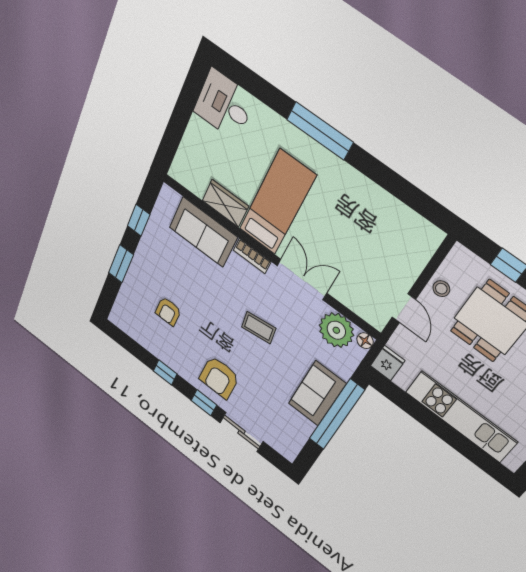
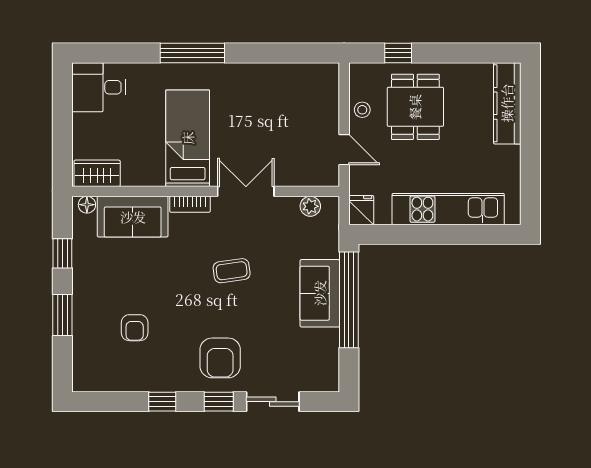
wardrobe: (225, 203) -> (97, 173), moved
plant: (336, 330) -> (310, 206), width x0.53, depth x0.53
floor lamp: (365, 341) -> (87, 205), moved

